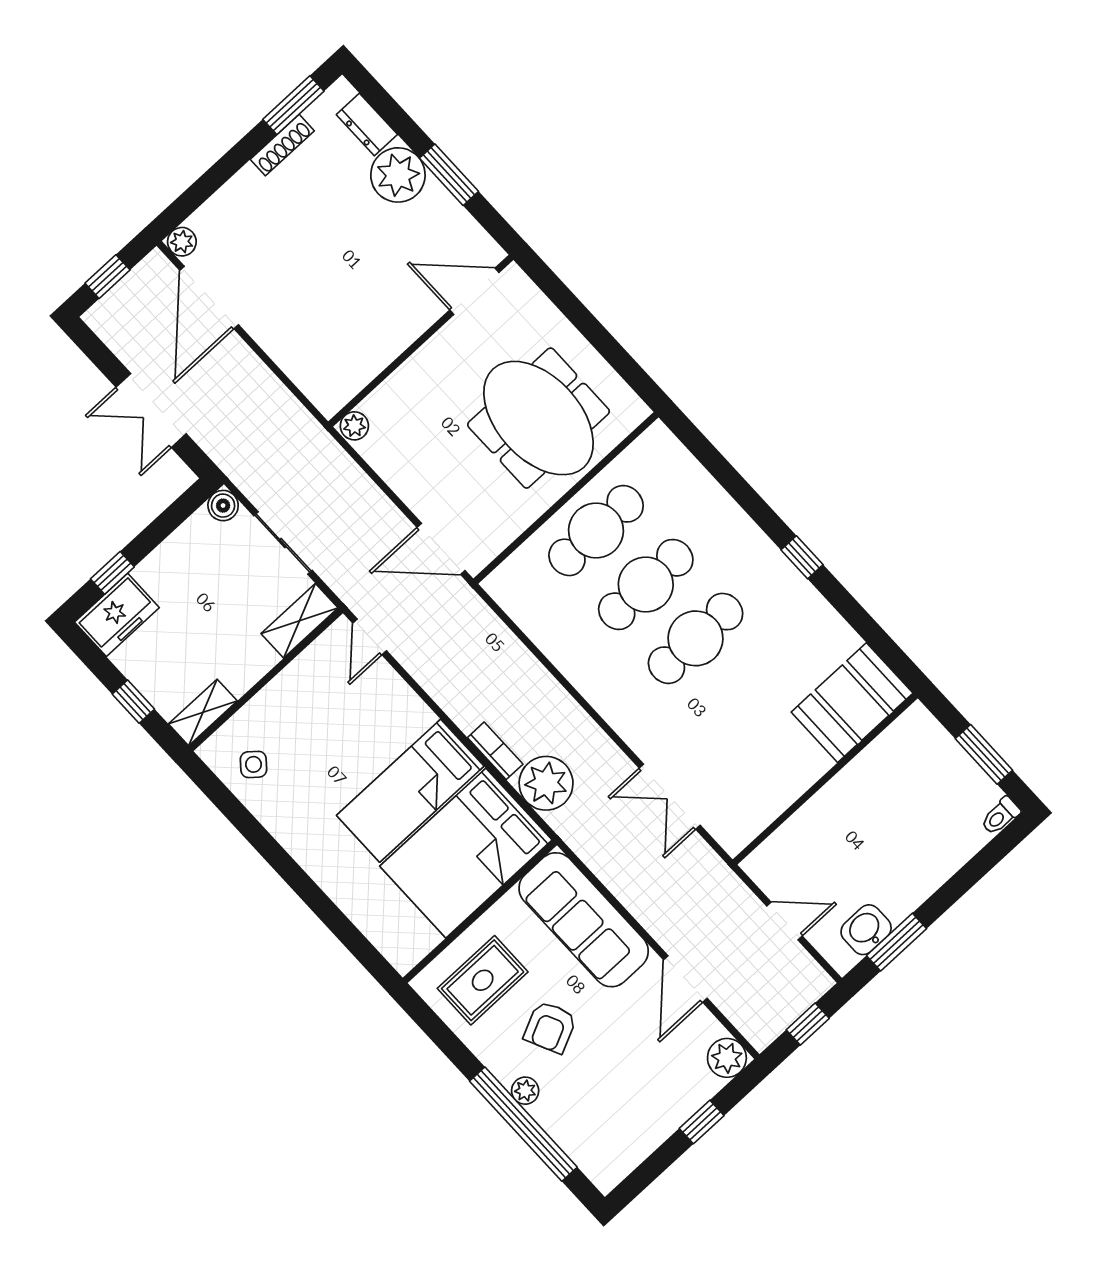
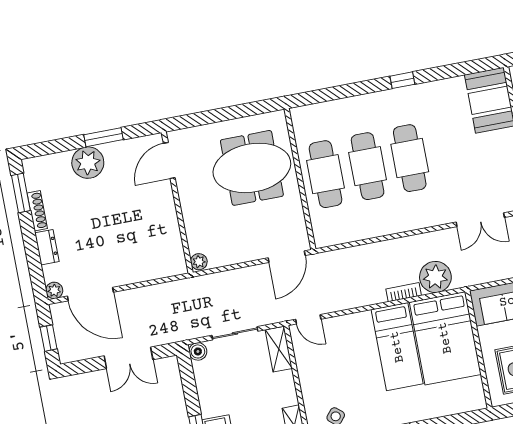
dresser: (367, 125) -> (47, 247), moved, turned -90

